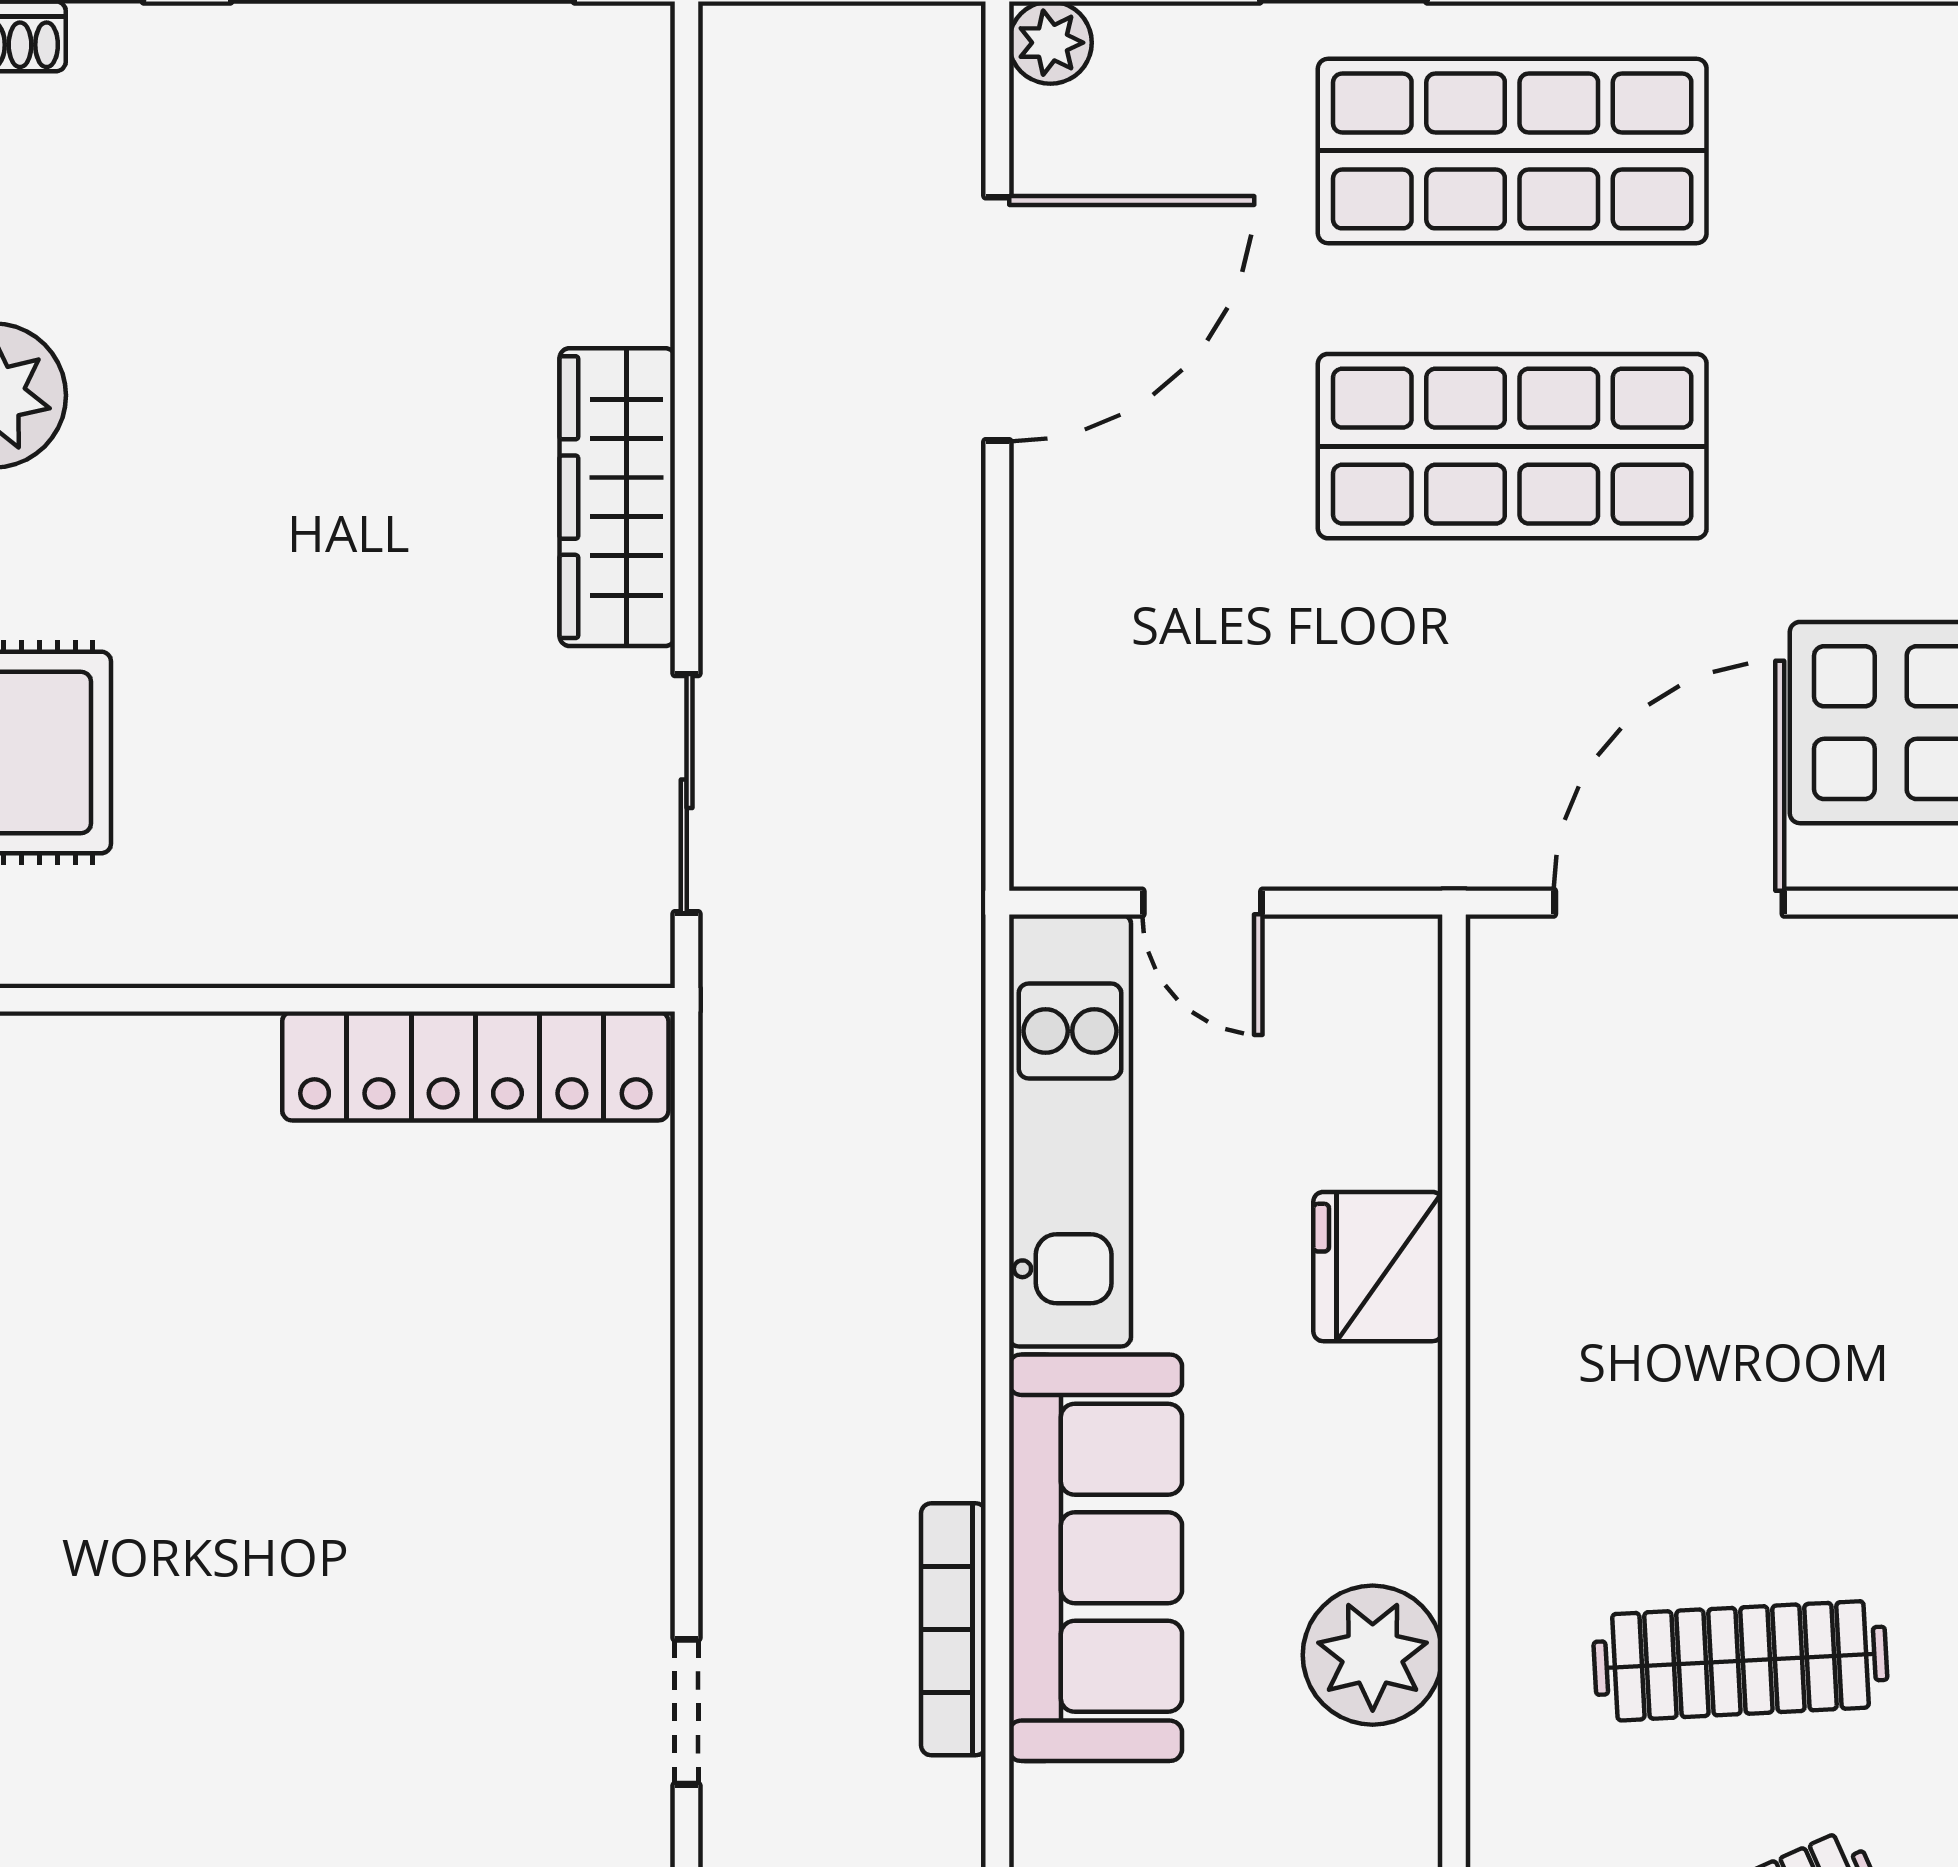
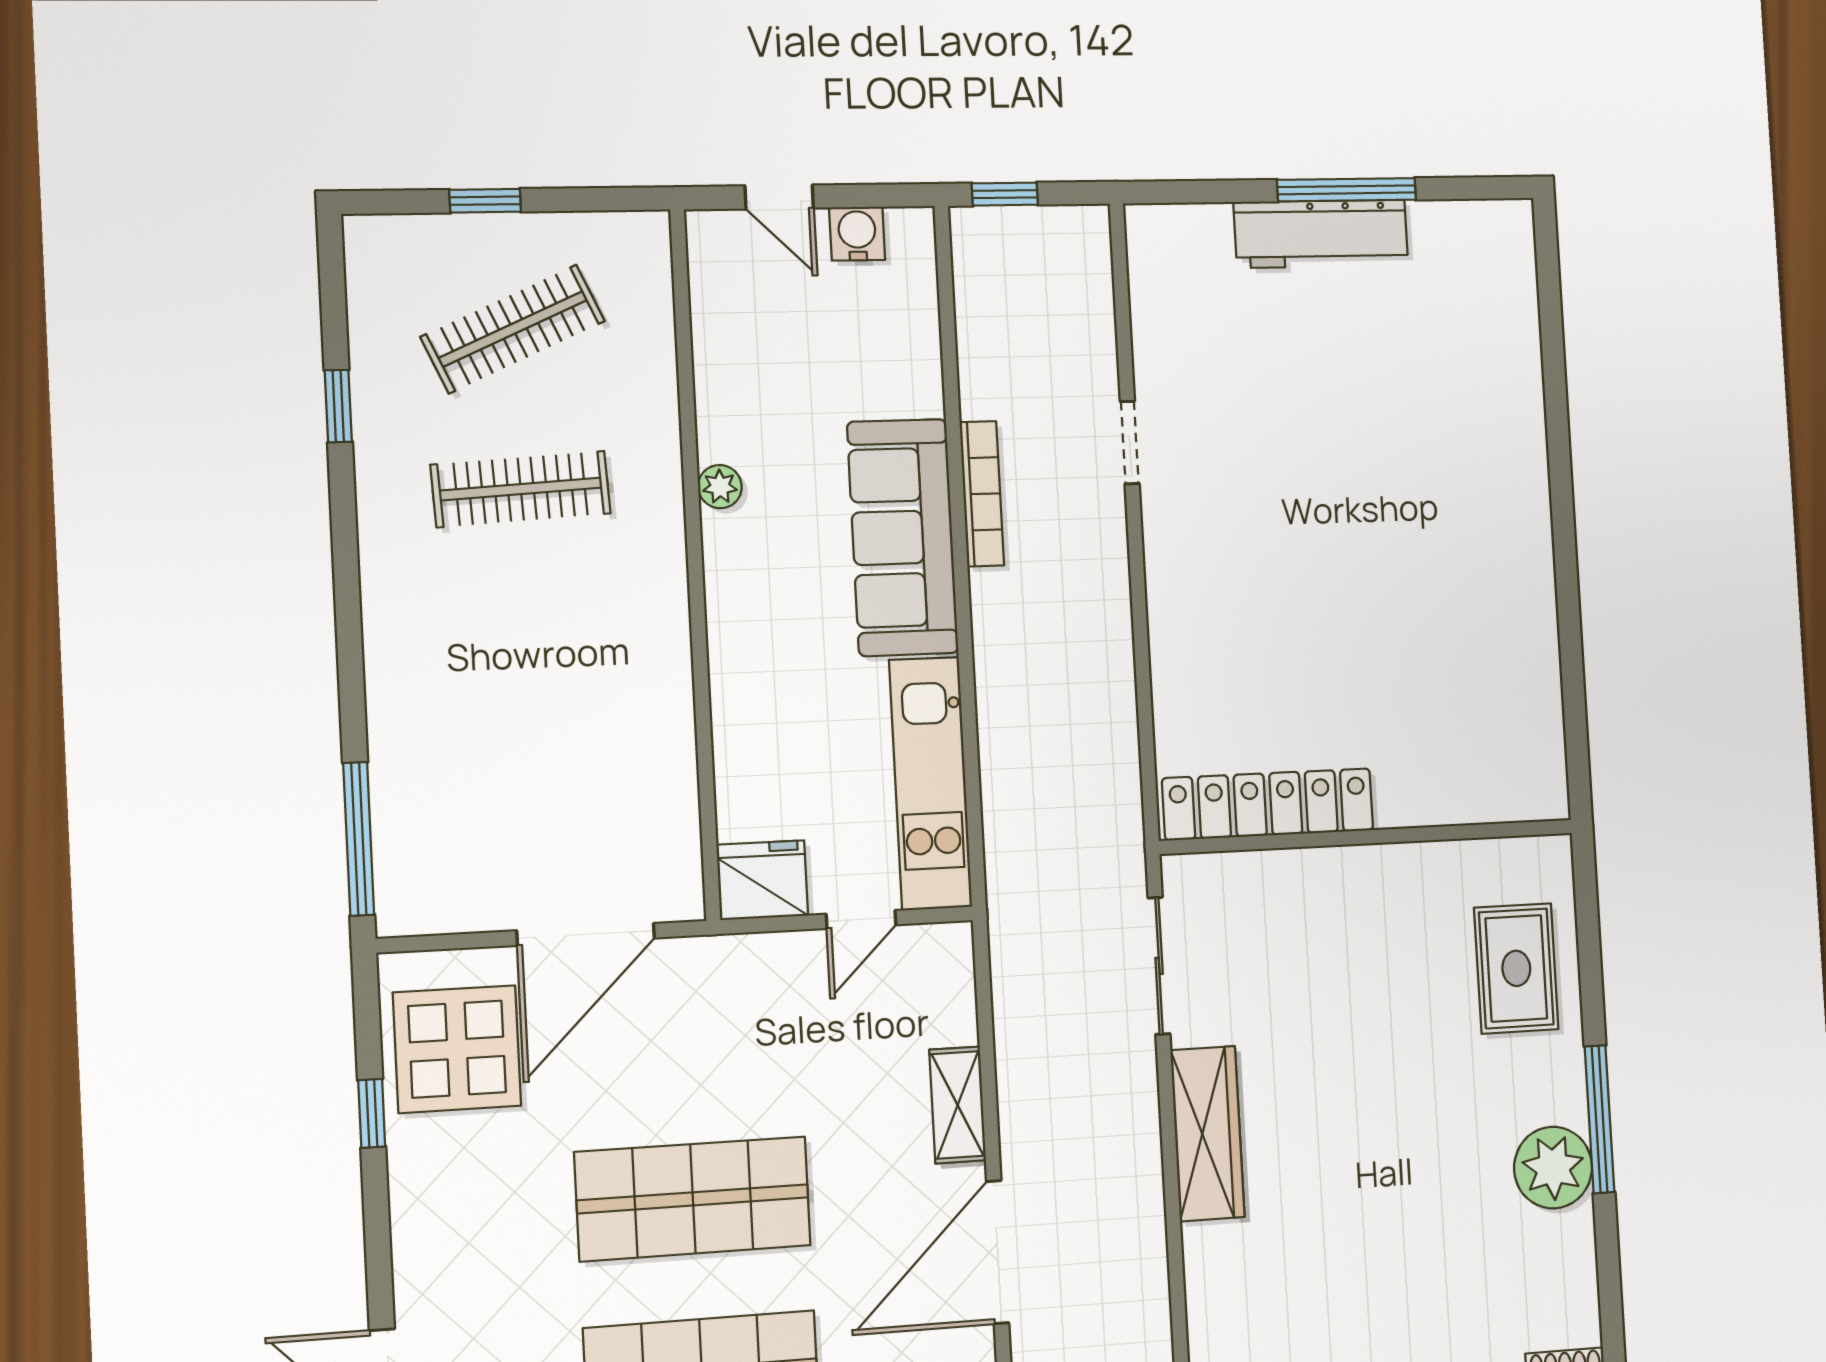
shelving: (1053, 575) -> (958, 1105), added
door: (1202, 903) -> (861, 919), swing flipped
fridge: (1378, 1267) -> (762, 880), moved, turned -90
plant: (1373, 1655) -> (720, 487), width x0.53, depth x0.53

